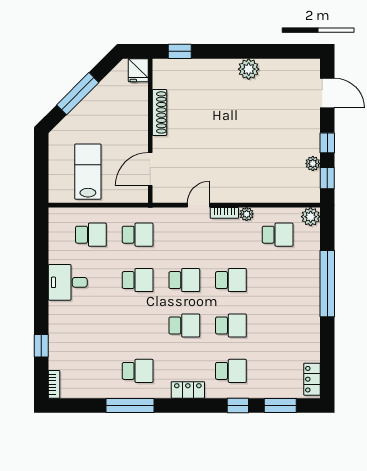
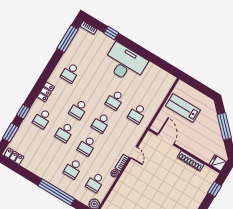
lab bench: (88, 172) -> (183, 108), turned 180
school desk: (91, 235) -> (73, 169), moved
desk: (68, 282) -> (125, 63), width x1.87, depth x1.30
window: (130, 405) -> (68, 39), moved

